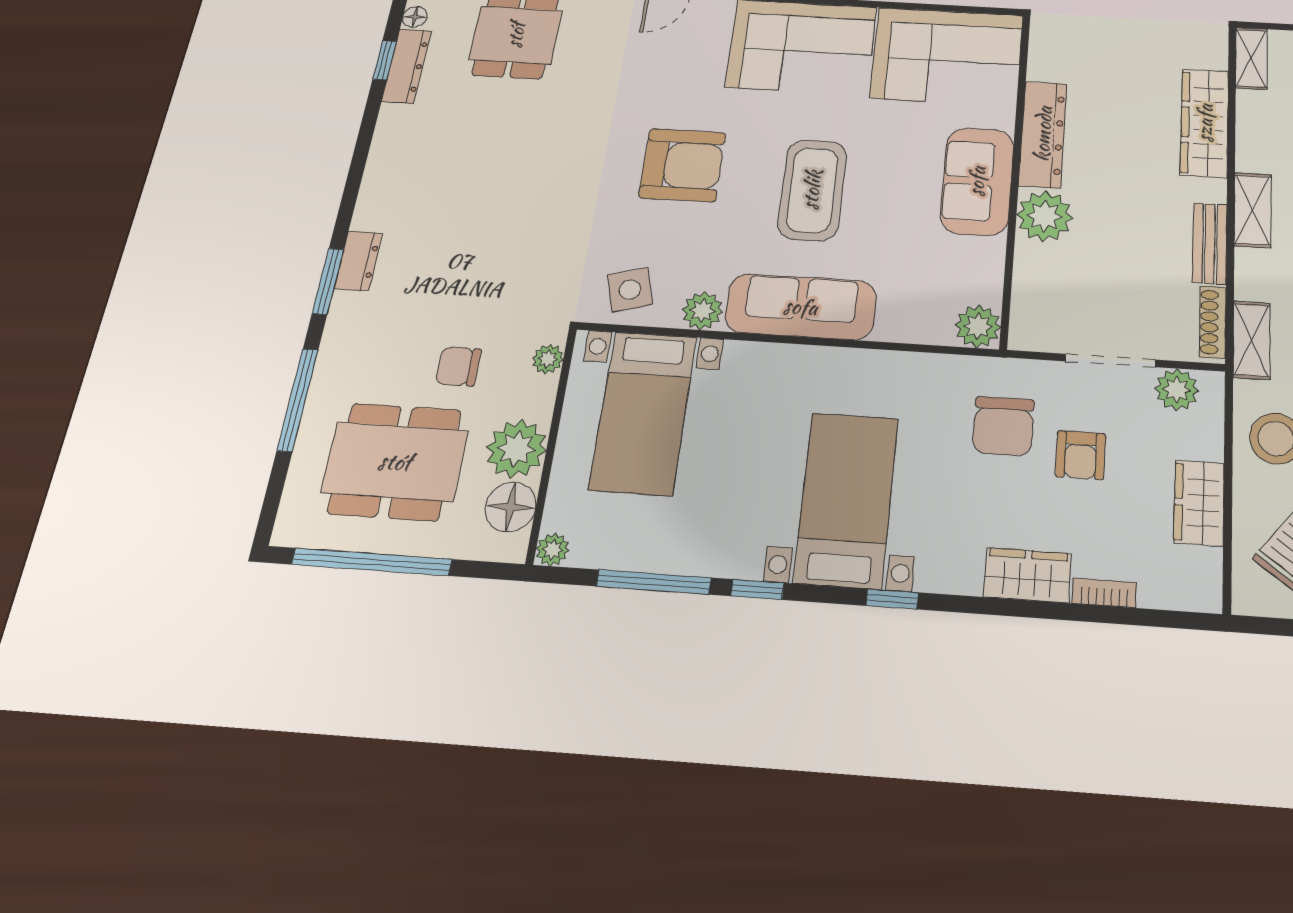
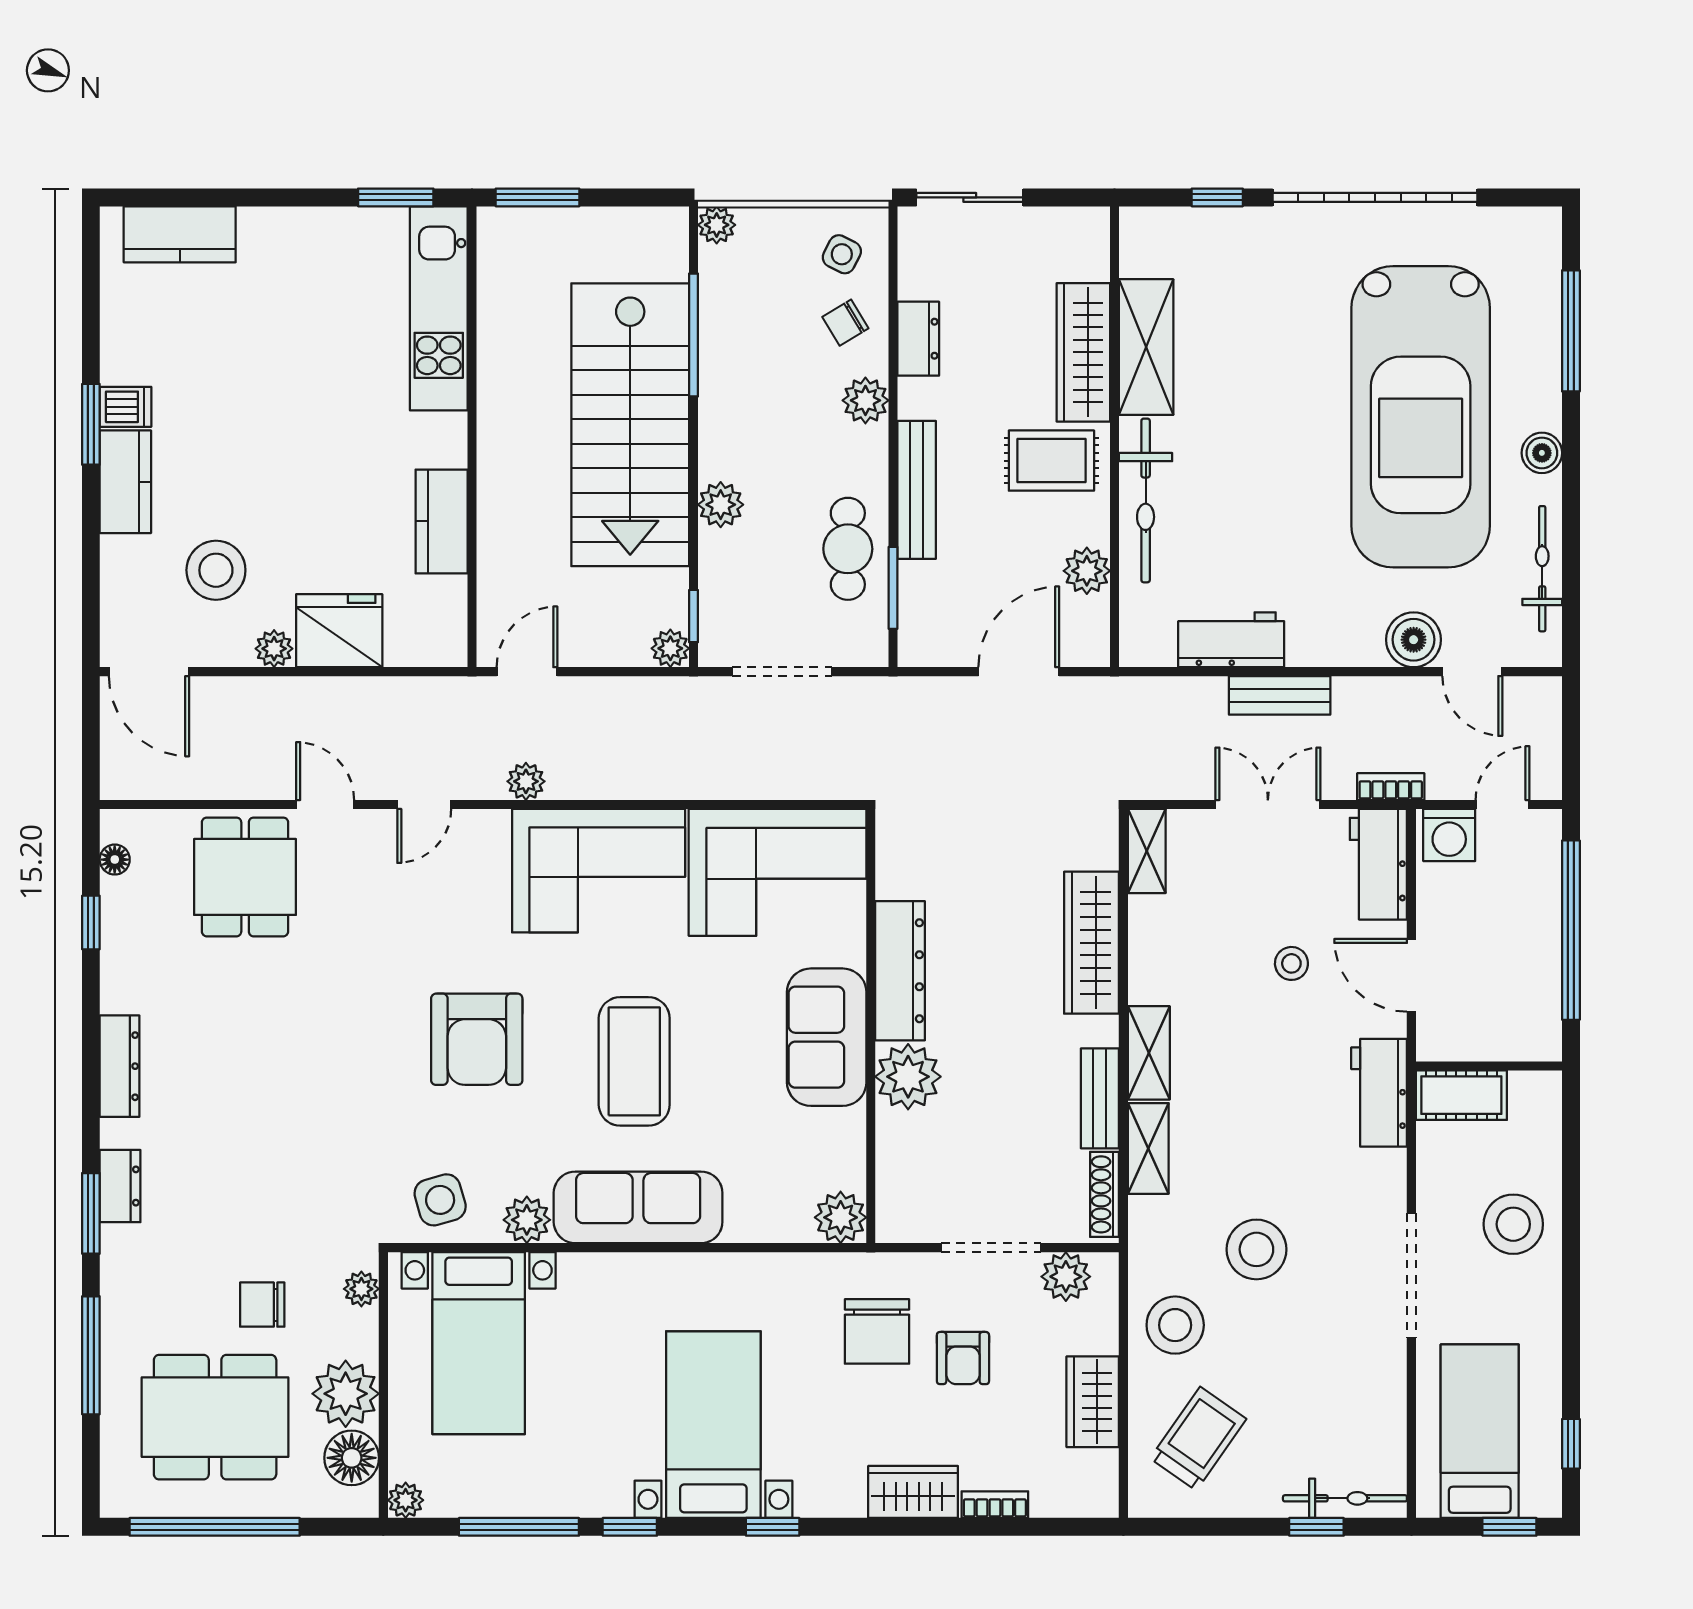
dresser: (406, 66) -> (120, 1066), moved
armchair: (682, 165) -> (477, 1039), turned 90
shelving: (1252, 340) -> (1148, 1148), moved

